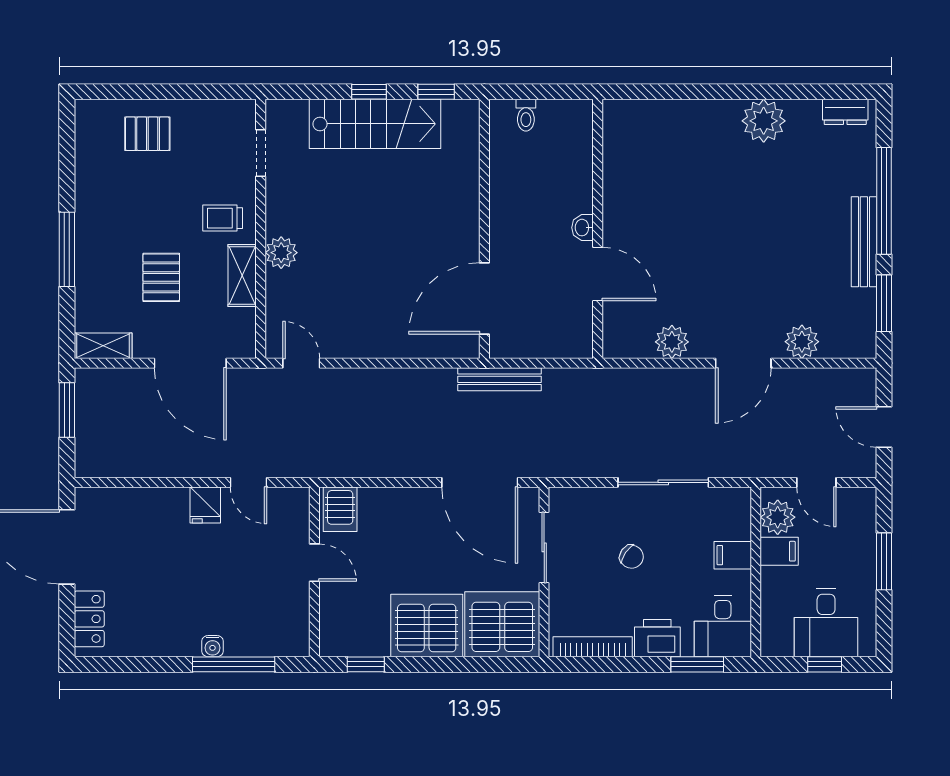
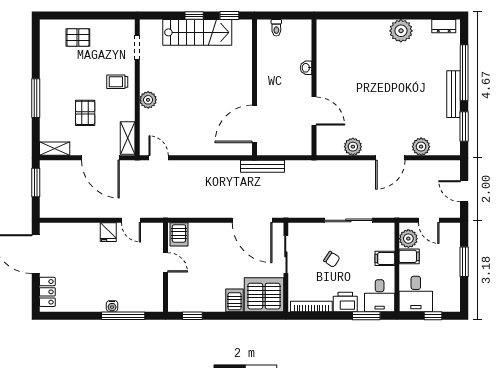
washbasin: (583, 228) -> (306, 68), moved
shelving: (242, 275) -> (128, 138), moved
desk: (826, 623) -> (416, 294), moved
server rack: (427, 626) -> (235, 300), width x0.46, depth x0.70

